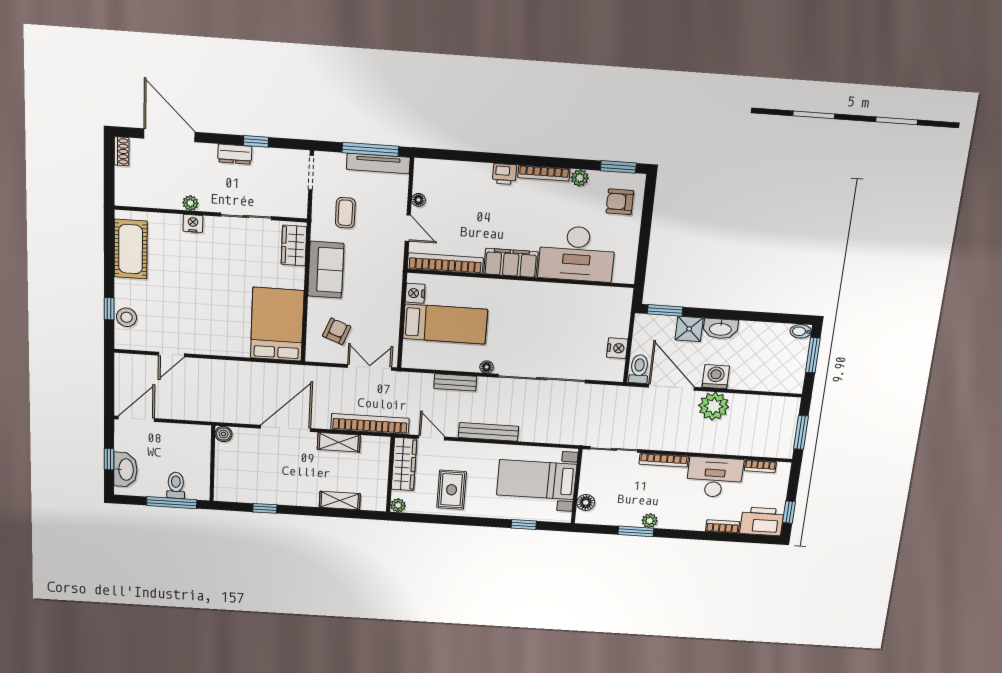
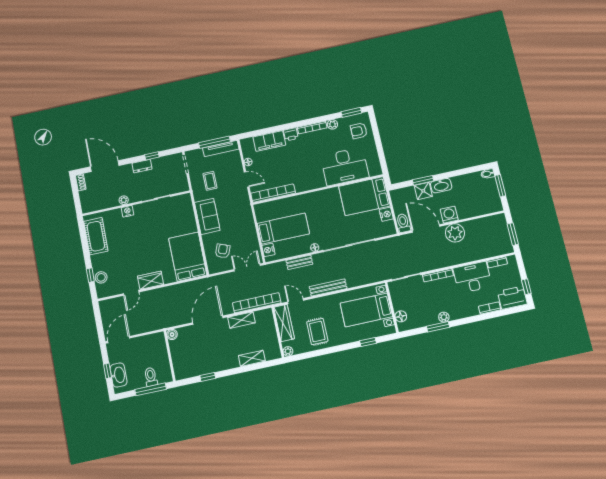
wardrobe: (294, 246) -> (151, 280), moved, turned 90
filing cabinet: (511, 263) -> (269, 141), moved, turned 180
nightstand: (415, 293) -> (268, 250), moved
bed: (592, 310) -> (364, 196), added
window: (665, 310) -> (423, 180), moved

